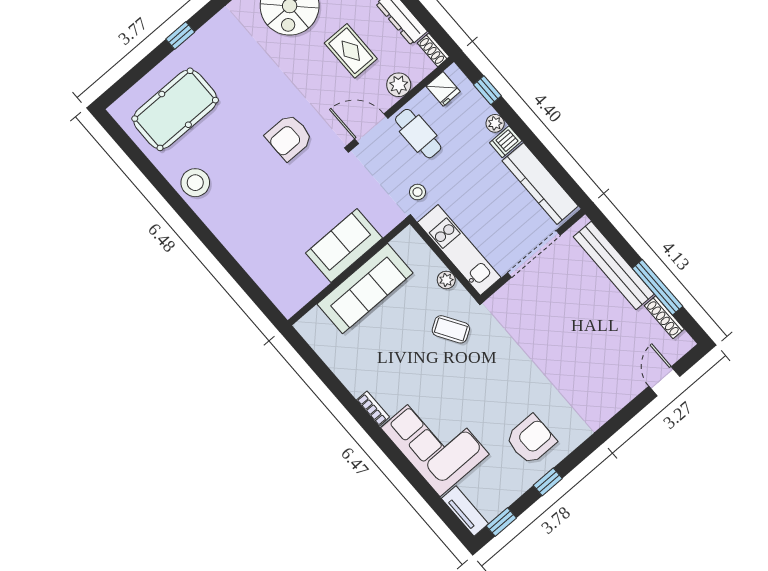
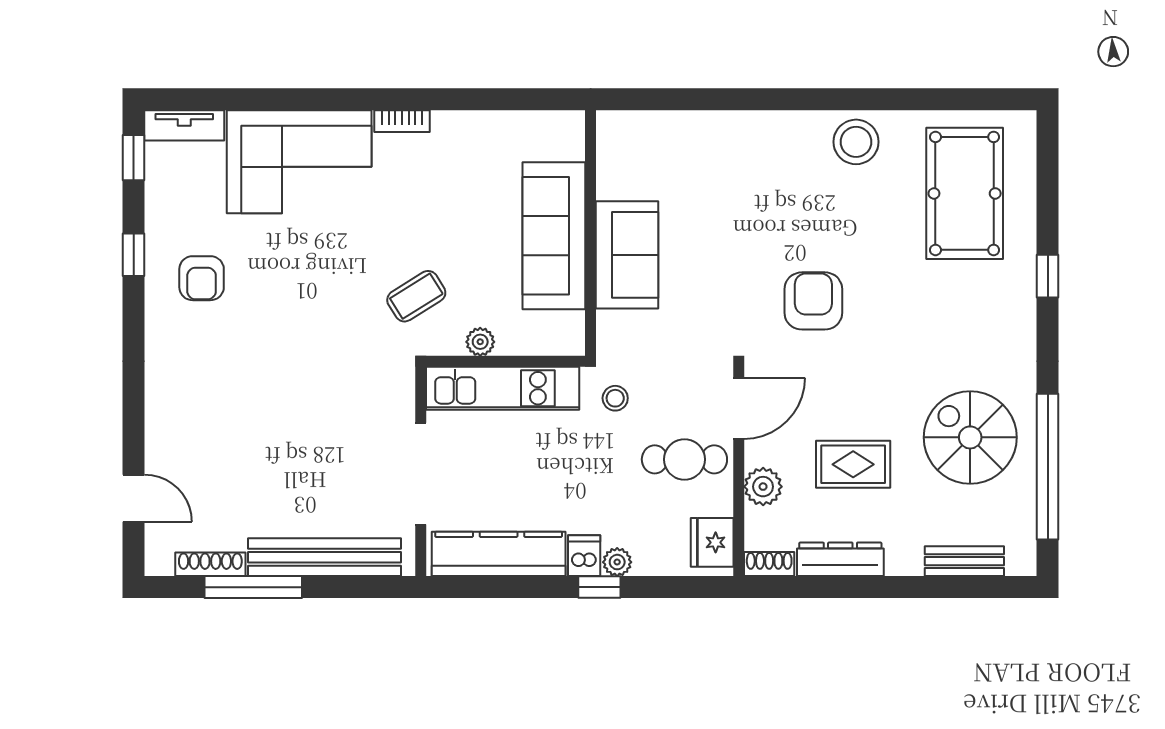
fridge: (443, 89) -> (712, 542), width x1.38
window: (487, 90) -> (599, 587), moved
armchair: (531, 440) -> (202, 278), width x0.72, depth x0.72

